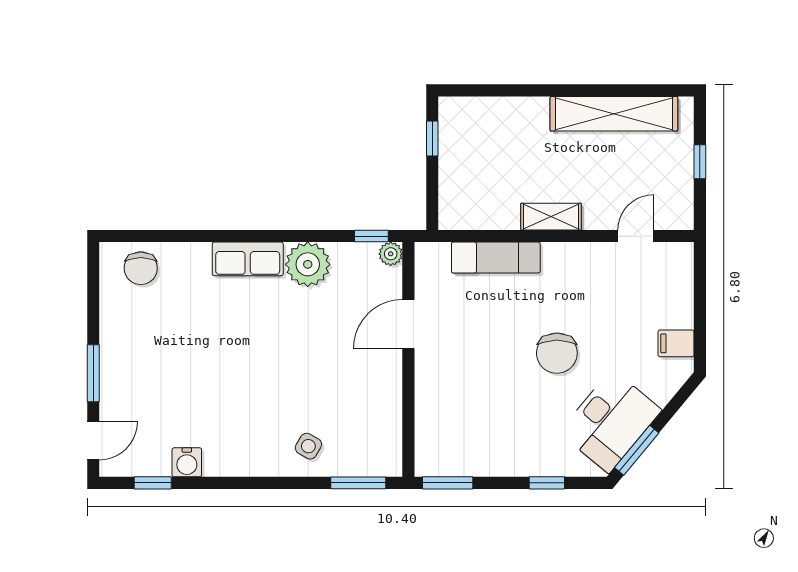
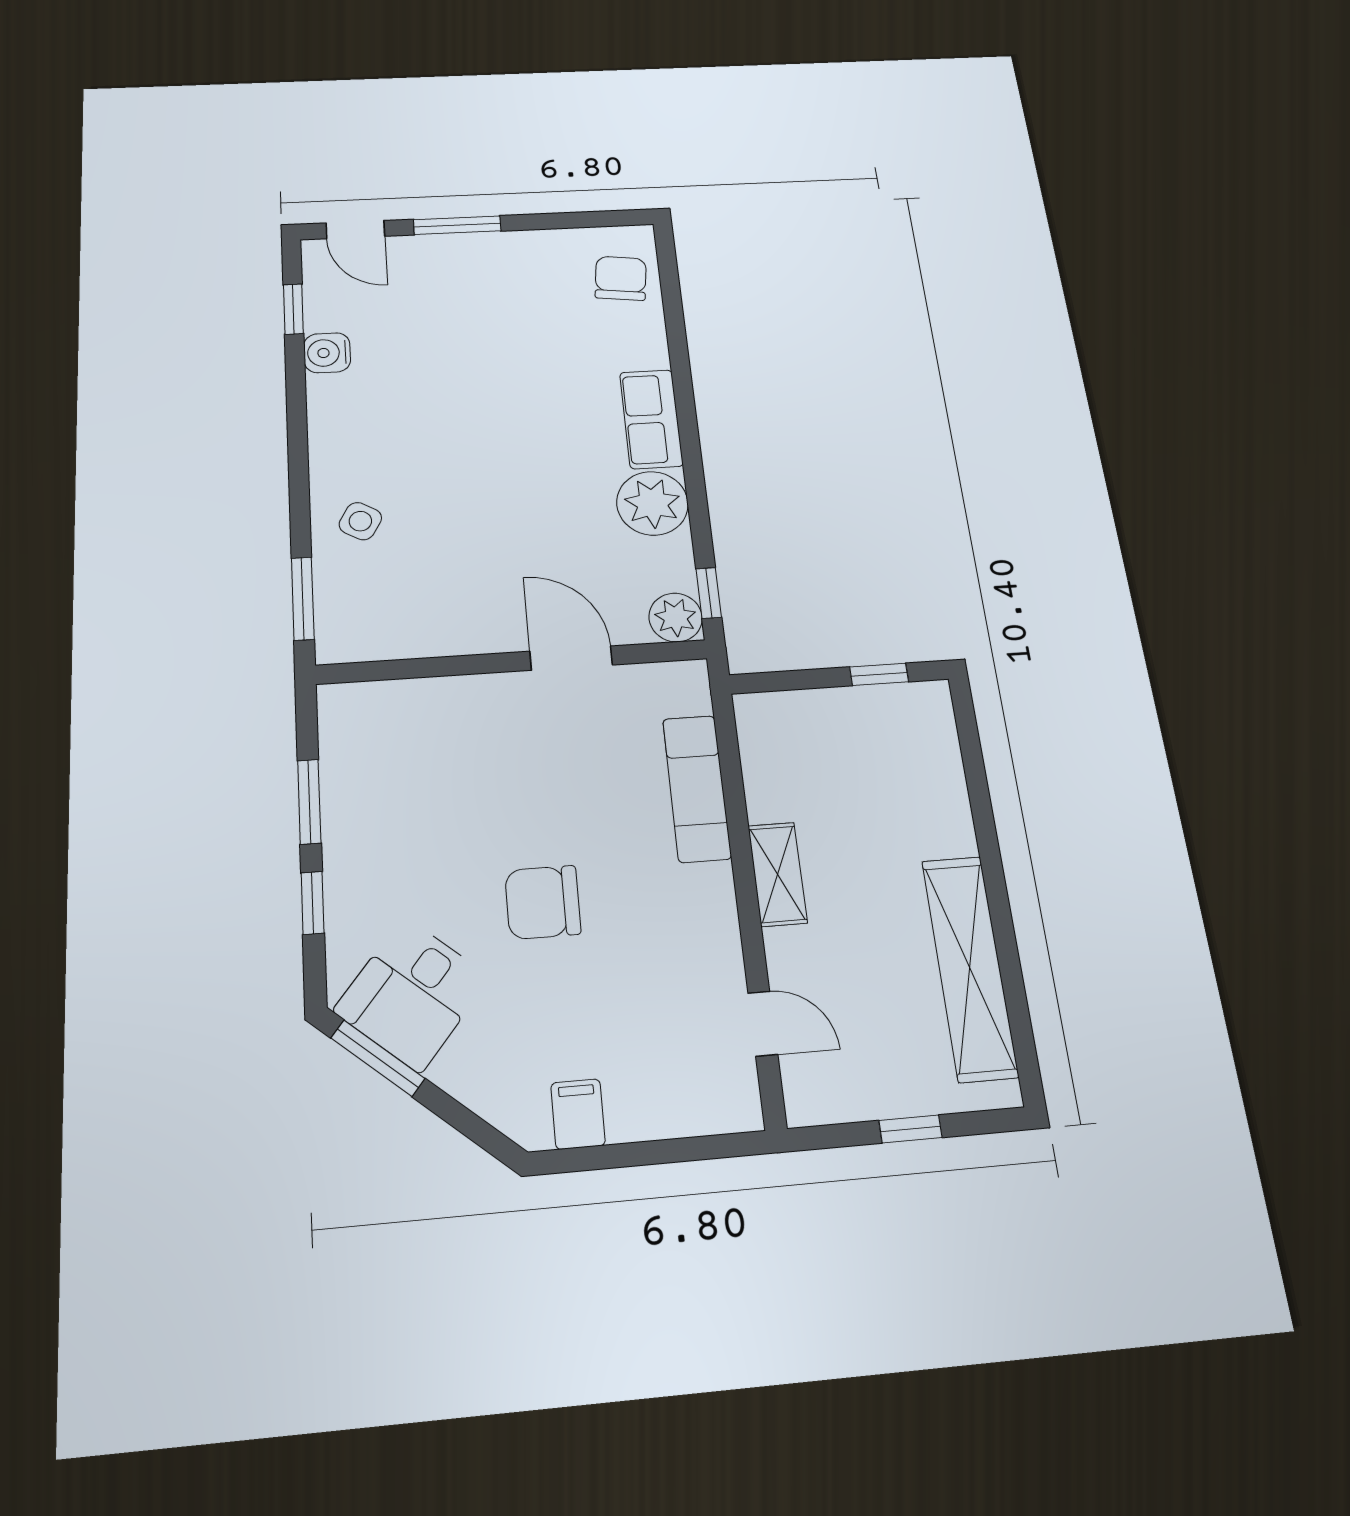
plant: (391, 254) -> (676, 617), width x1.38, depth x1.38
chair: (141, 268) -> (621, 278), turned 97
desk: (610, 421) -> (412, 994), width x0.73
window: (448, 483) -> (309, 802), moved

